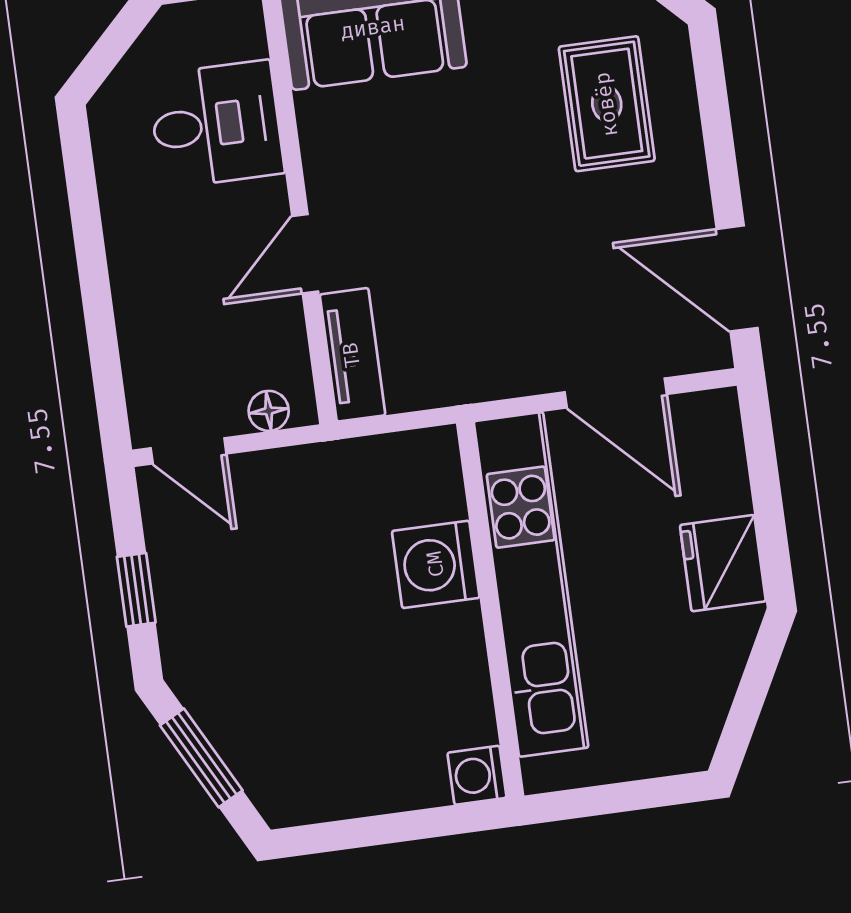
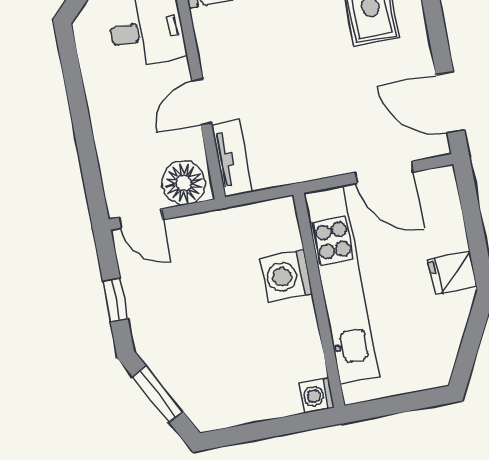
floor lamp: (269, 411) -> (184, 183), width x1.89, depth x1.89
fridge: (723, 563) -> (452, 273), width x0.72

